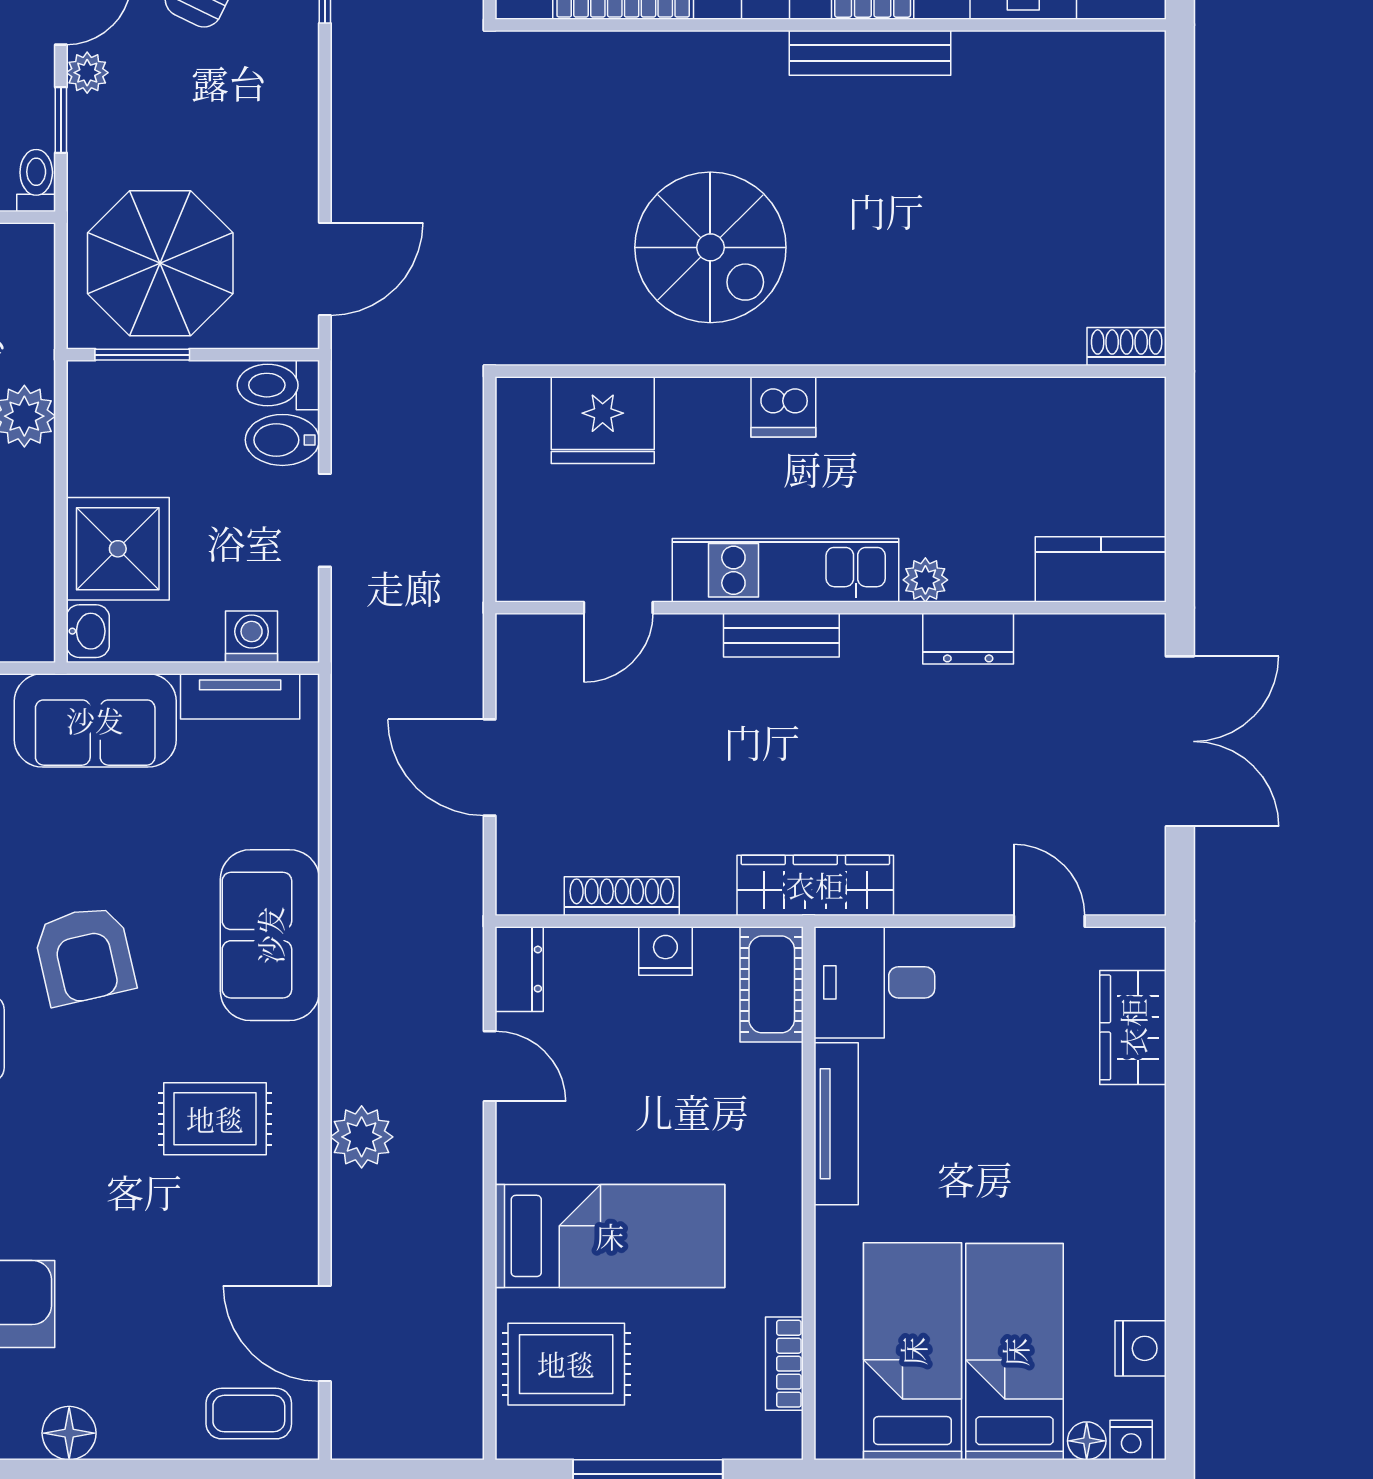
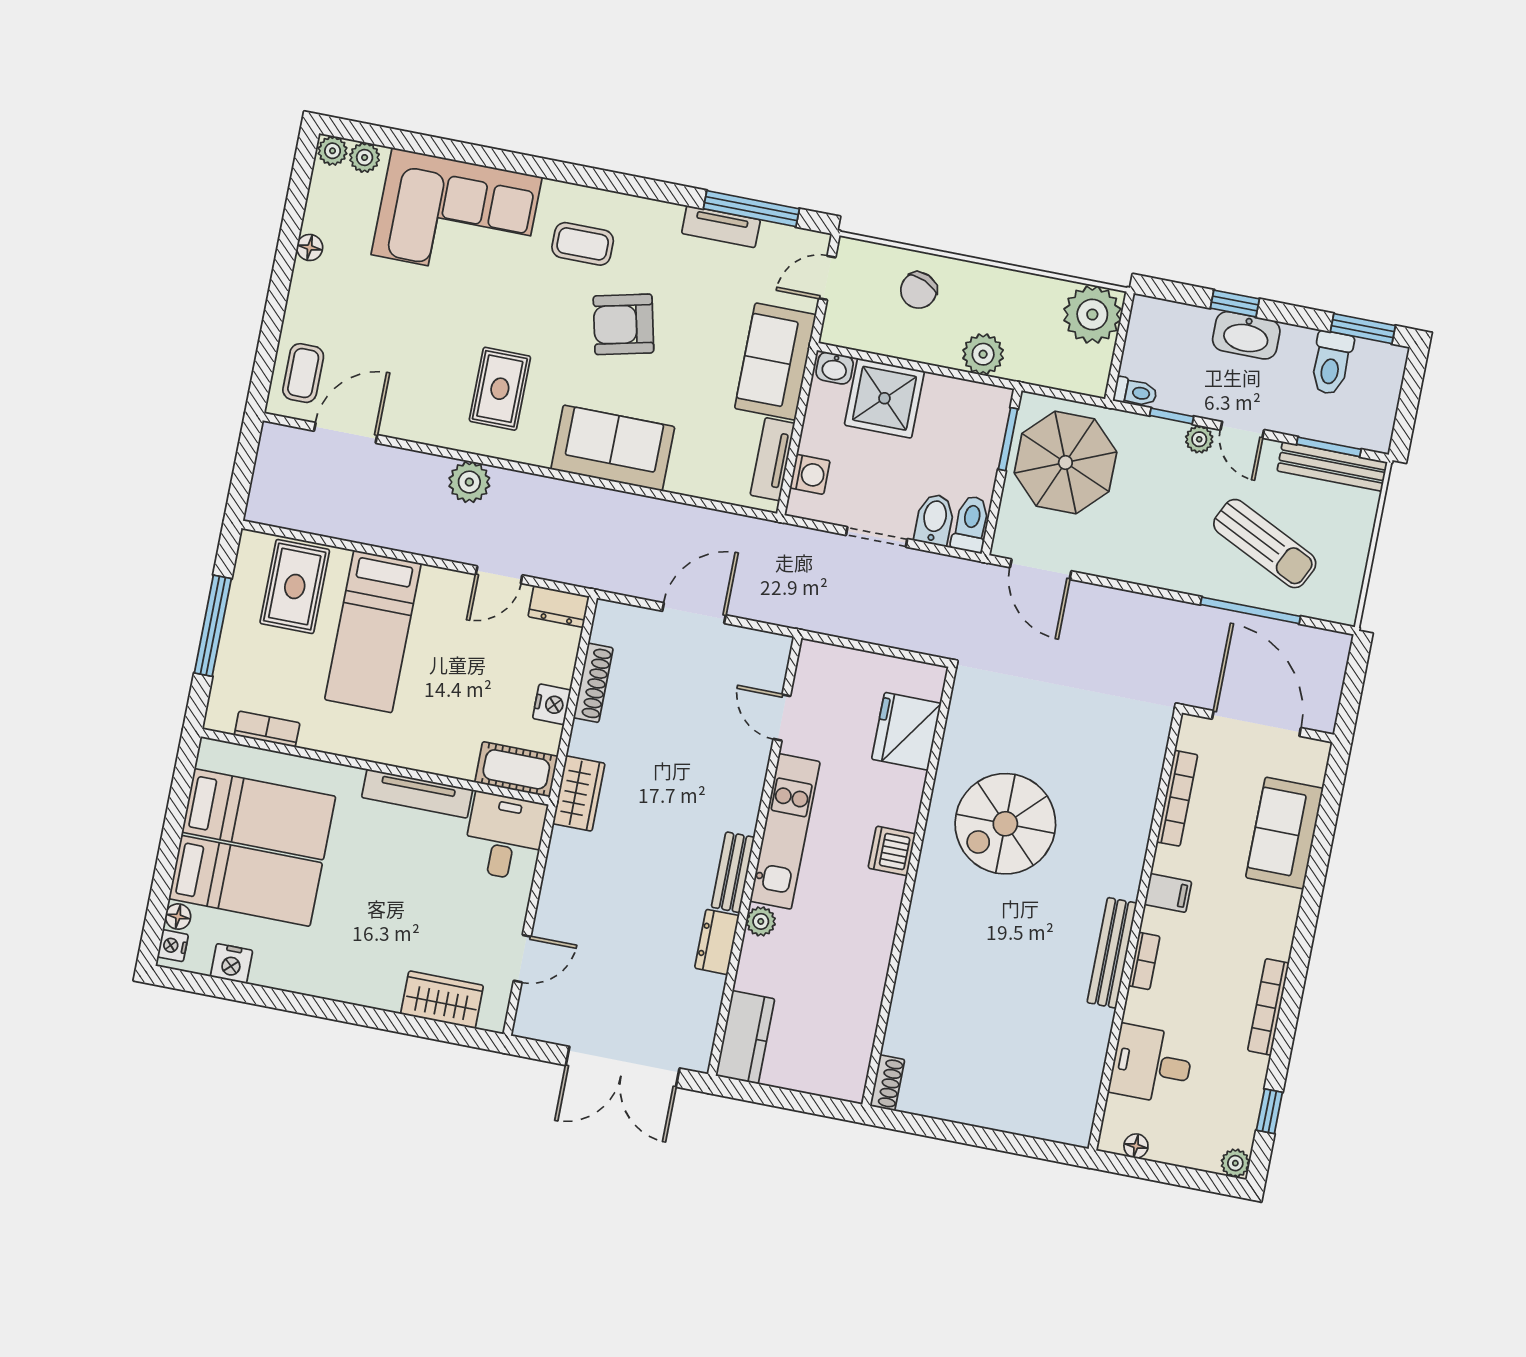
bench: (781, 635) -> (733, 872), moved
wardrobe: (815, 885) -> (579, 793), width x0.67
floor lamp: (69, 1433) -> (310, 247), width x0.73, depth x0.73

